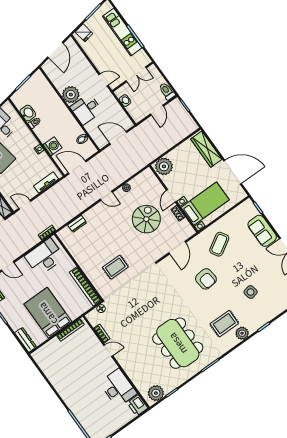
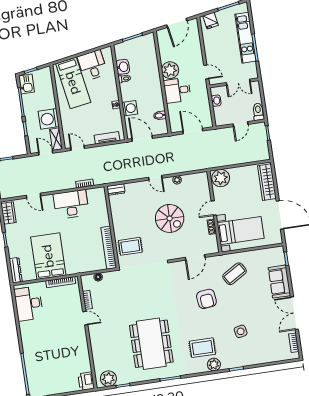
spiral stairs: (146, 219) -> (170, 218), moved, turned 90
wall: (78, 267) -> (112, 227), moved
bookcase: (85, 286) -> (109, 248), moved
desk: (118, 388) -> (29, 304), moved, turned 180

